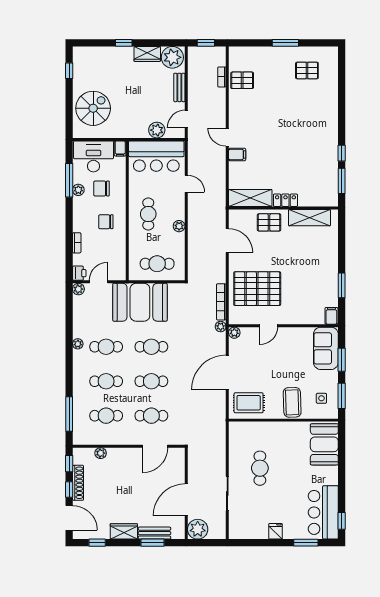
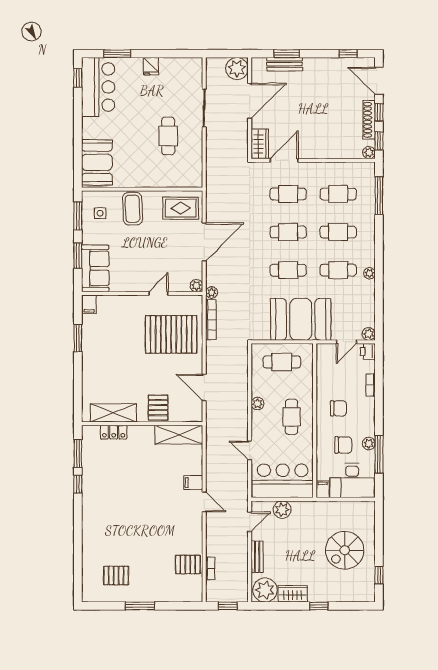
spiral stairs: (93, 108) -> (345, 550), moved
locker: (285, 200) -> (114, 432), moved
pallet: (269, 222) -> (158, 408), turned 90
plant: (101, 453) -> (369, 153), moved
wardrobe: (124, 531) -> (260, 144), moved, turned -90

